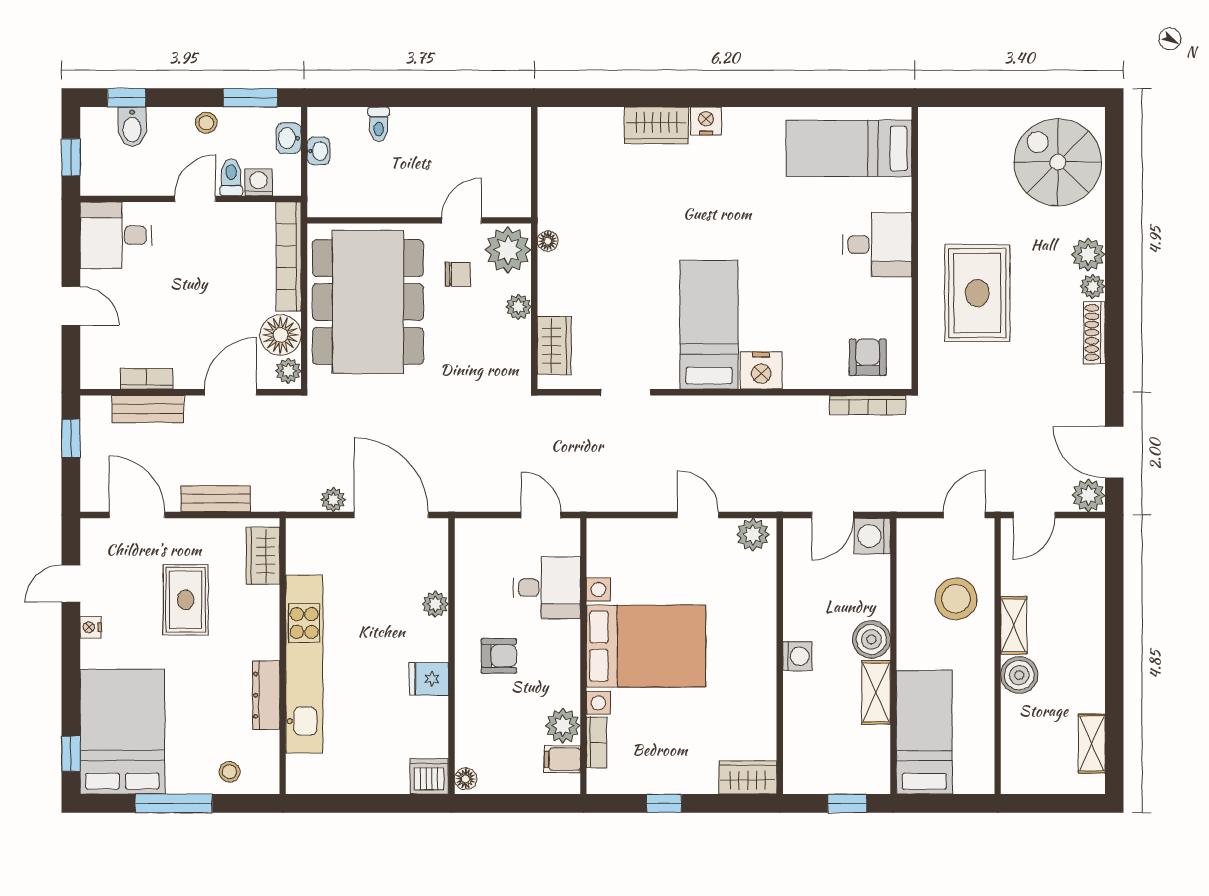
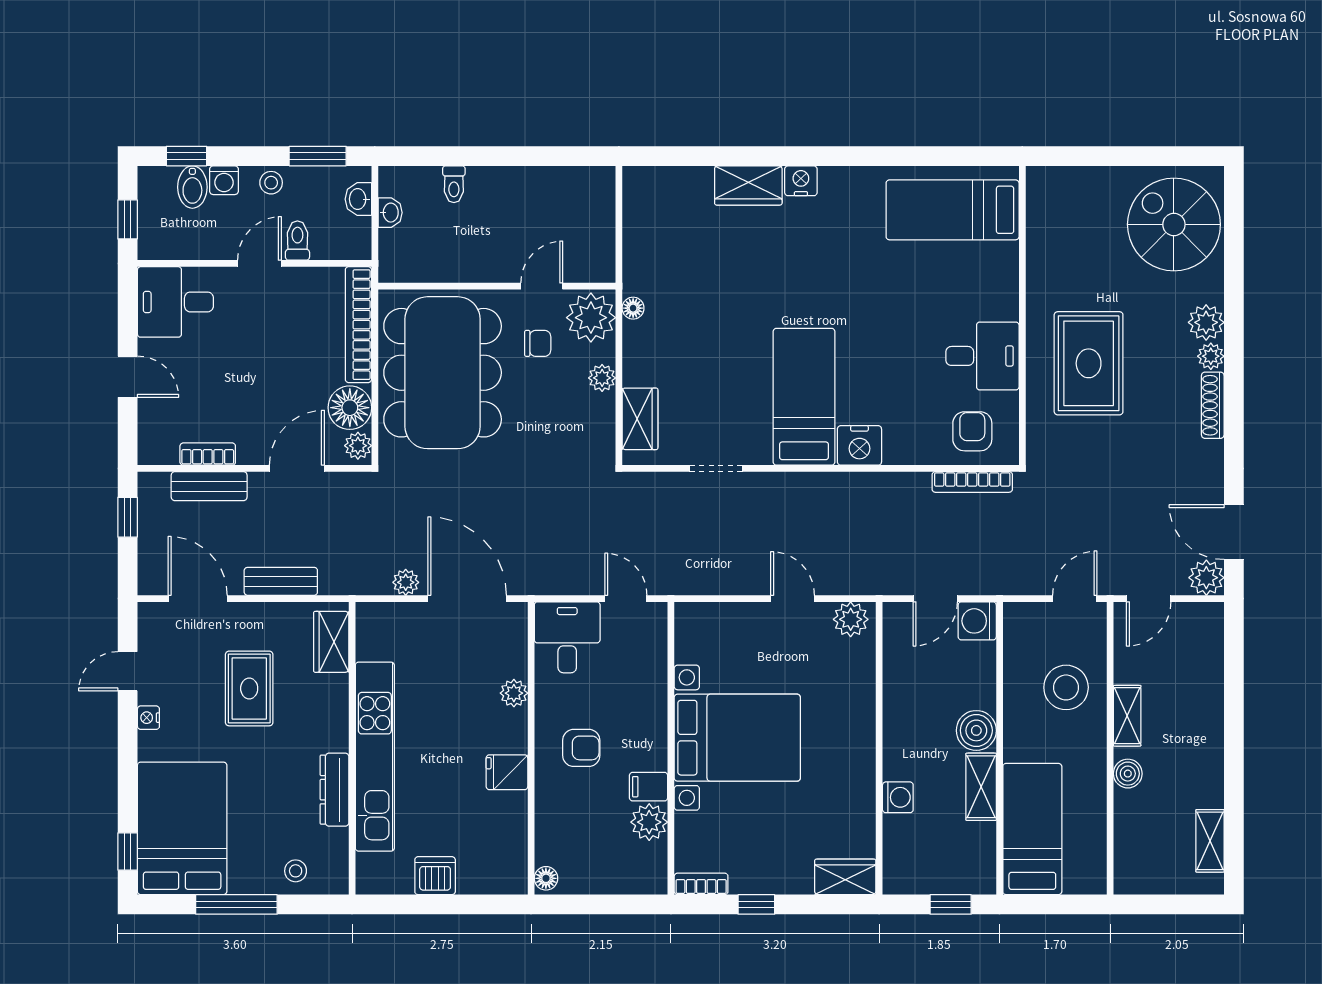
washing machine: (259, 182) -> (224, 180), moved, turned 180
desk: (877, 245) -> (982, 356), moved
desk: (547, 588) -> (567, 637), moved, turned -90
washing machine: (797, 656) -> (898, 797), moved
boiler: (1019, 675) -> (1128, 774), width x0.73, depth x0.73
bookcase: (597, 742) -> (701, 884), moved, turned -90
filing cabinet: (562, 759) -> (649, 787), moved
dishwasher: (429, 776) -> (435, 876), moved

